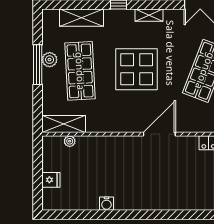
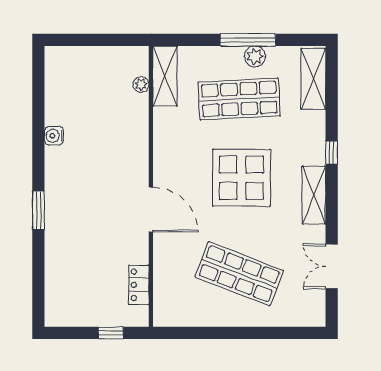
shelving: (149, 15) -> (314, 195), width x1.50, depth x1.33
shelving: (81, 18) -> (313, 79), moved
fridge: (51, 180) -> (87, 58), removed
window: (160, 215) -> (38, 210), added

